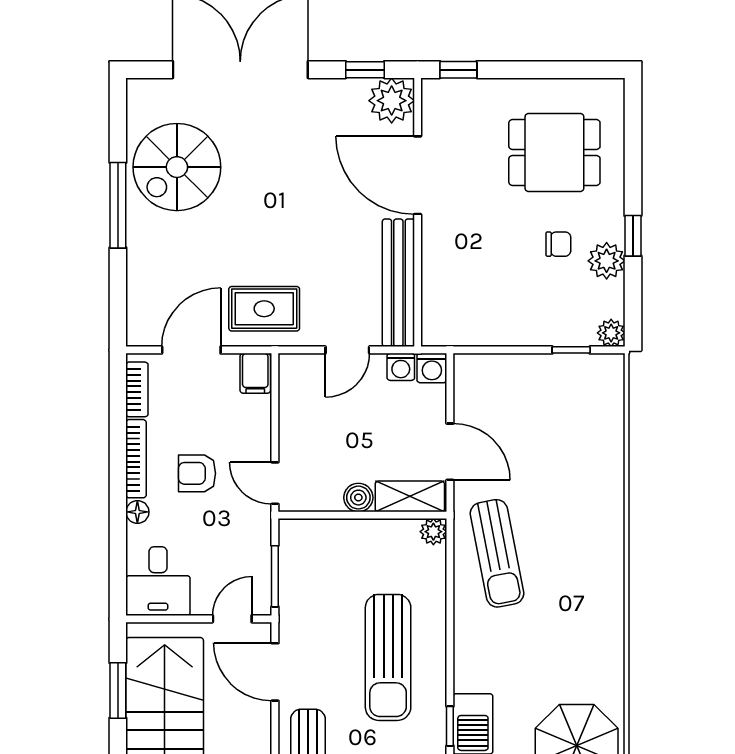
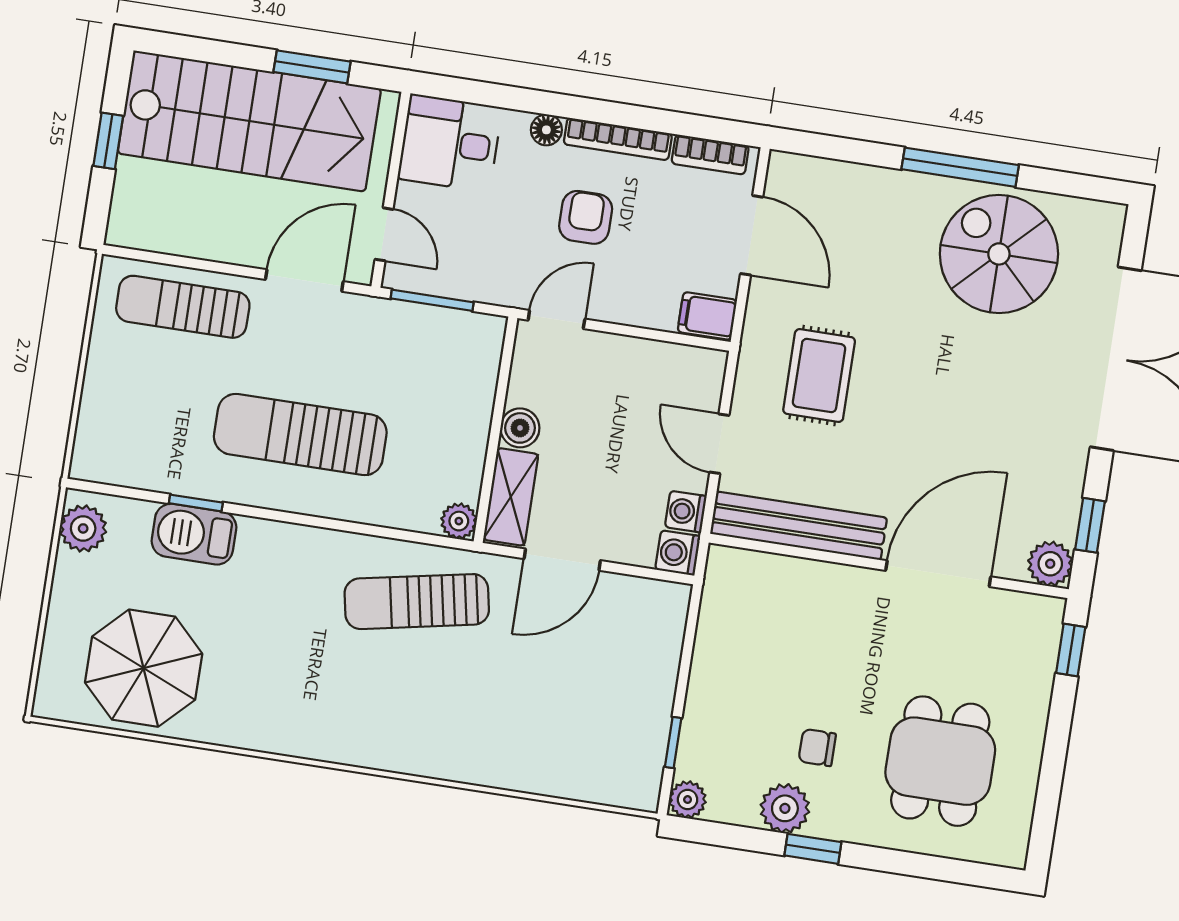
plant: (392, 101) -> (1050, 564), width x0.73, depth x0.73
chair: (558, 244) -> (817, 748), turned 90
rug: (264, 309) -> (819, 375), moved

